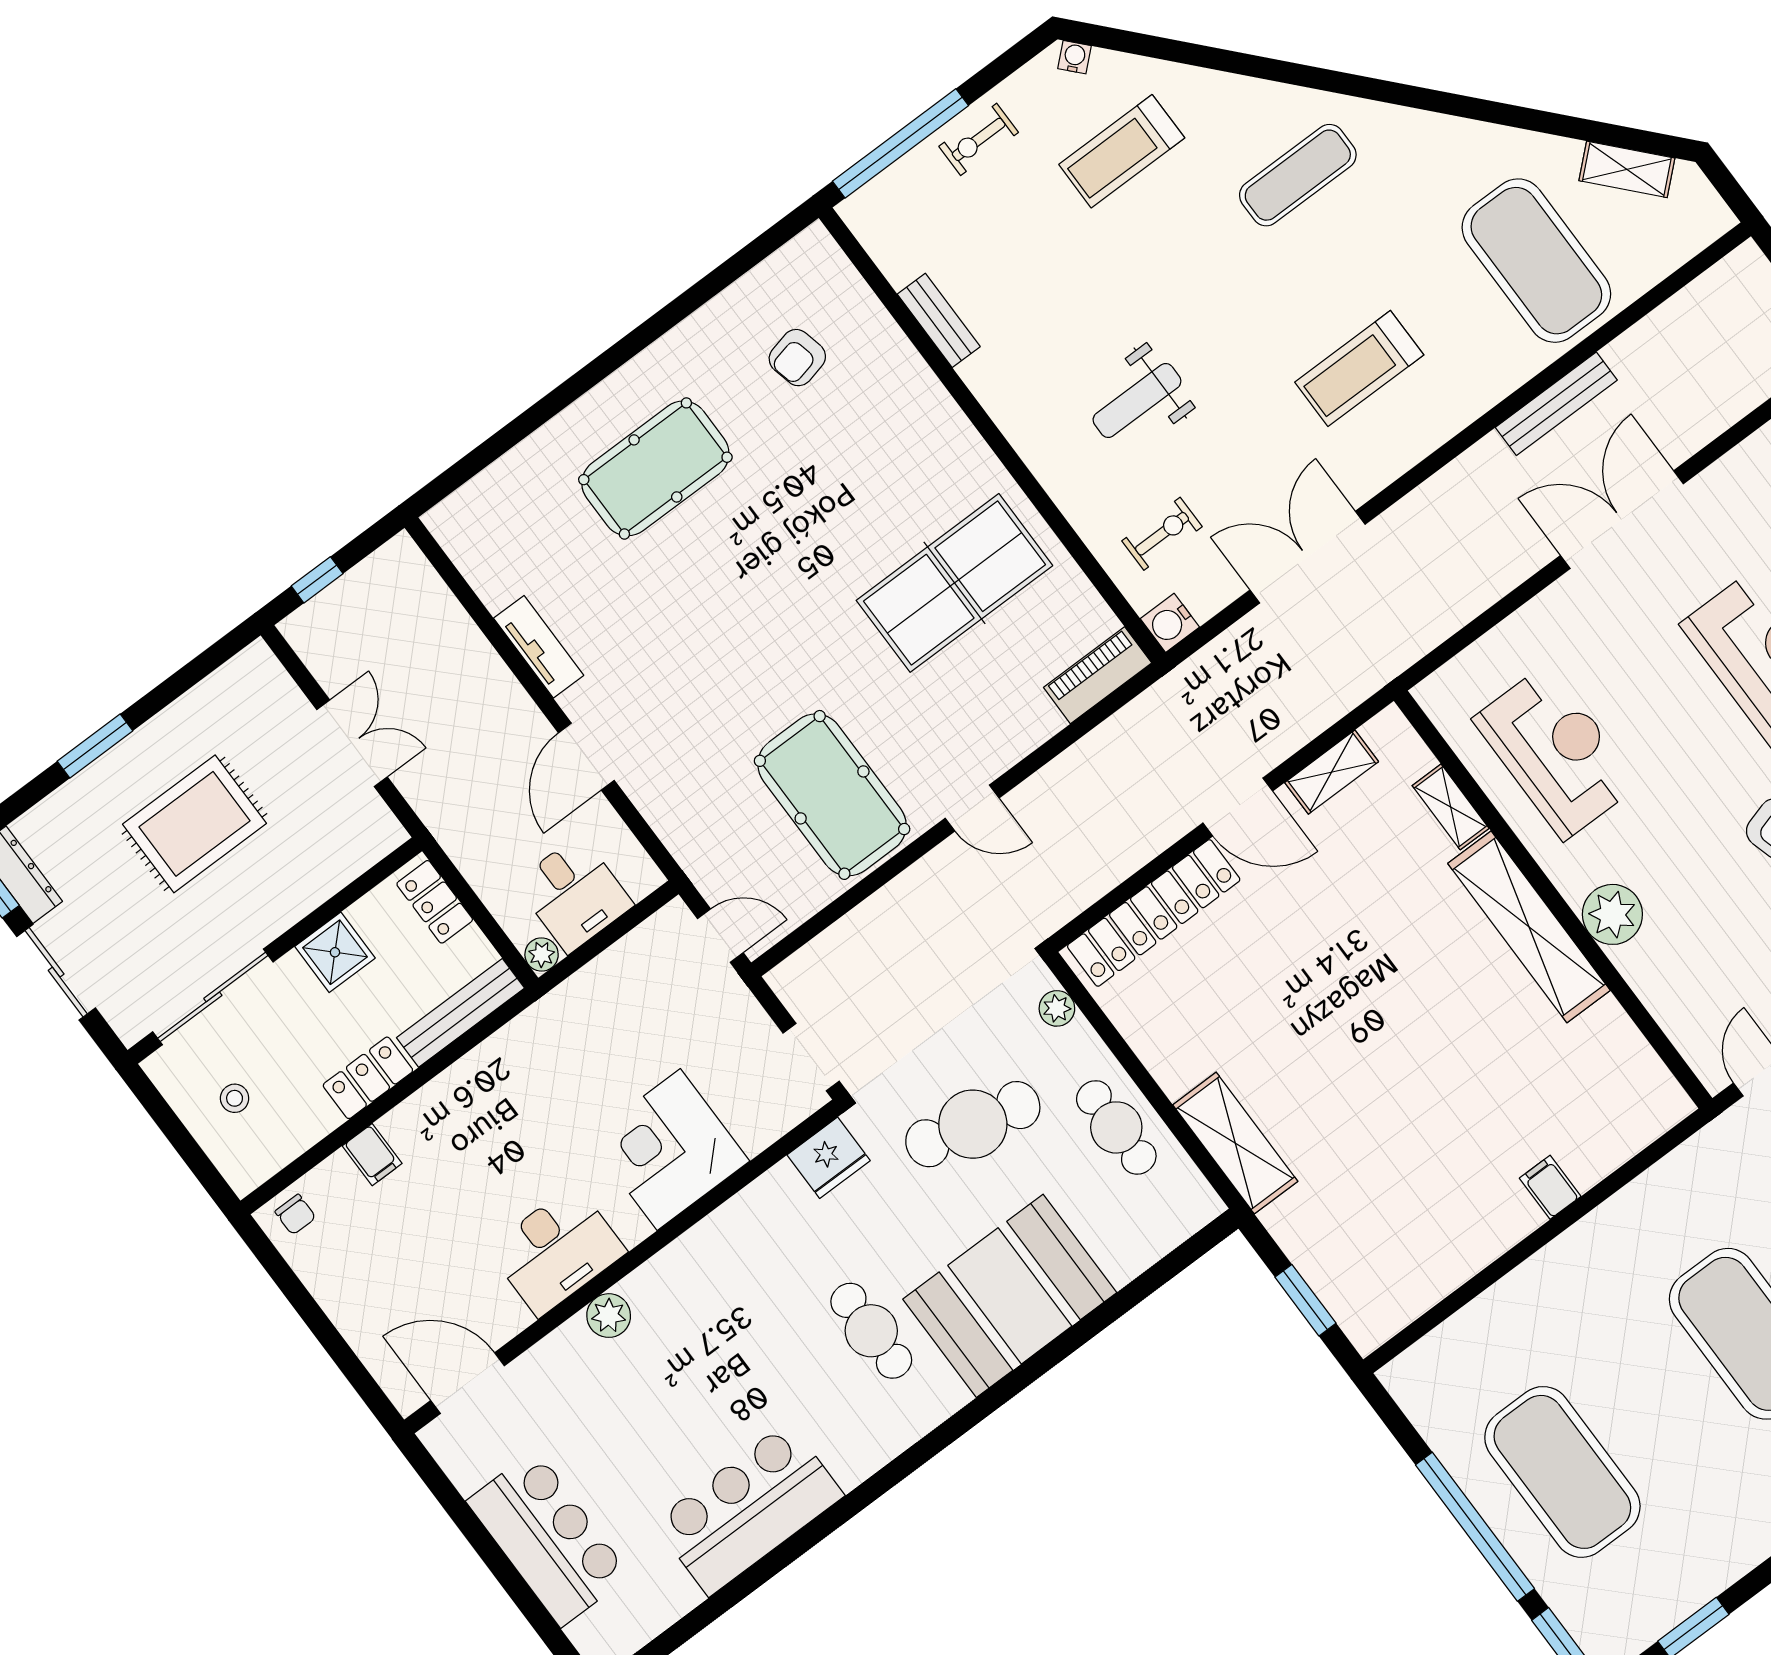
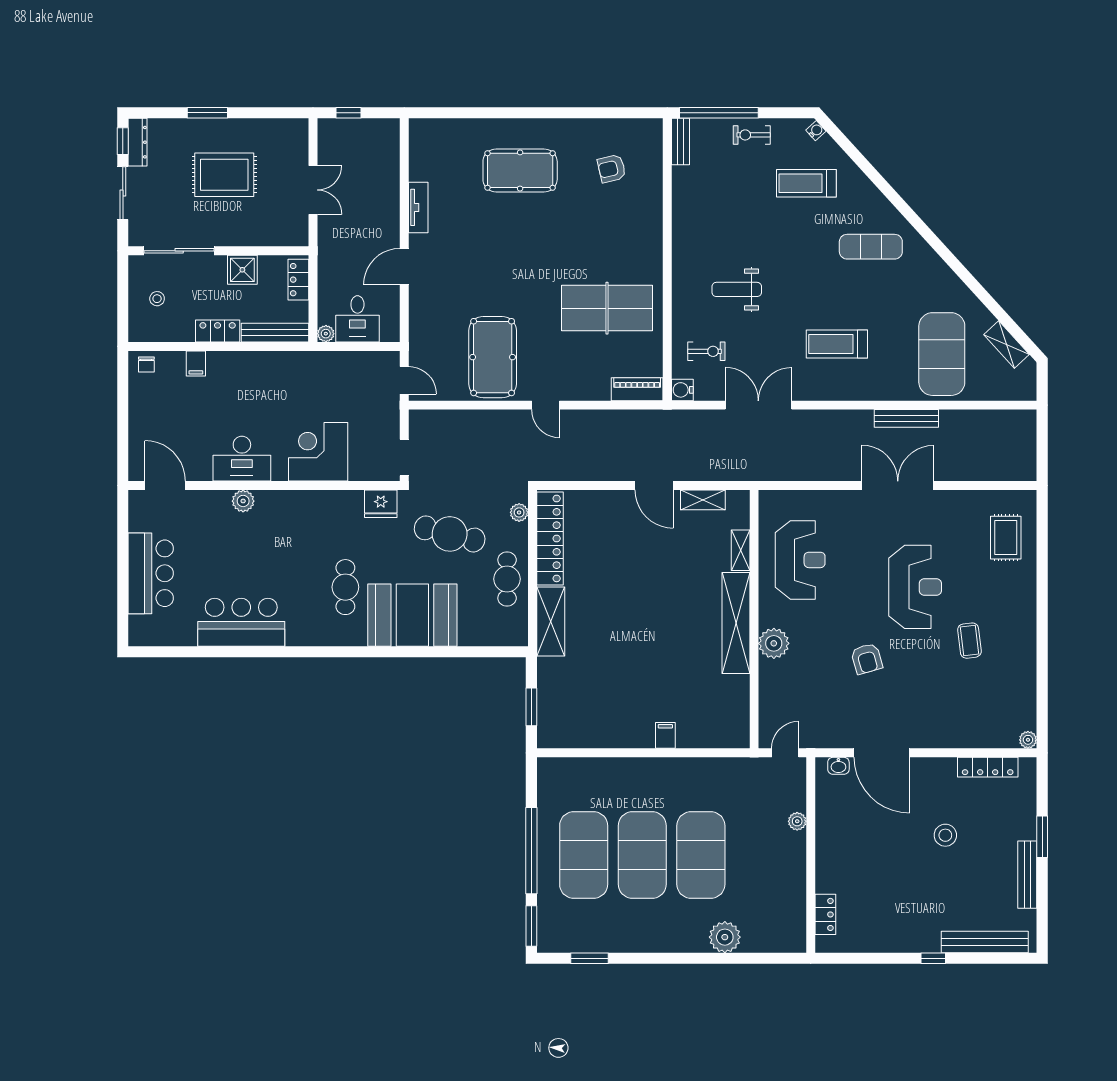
bench: (939, 320) -> (680, 142), moved
locker: (1154, 913) -> (550, 538), moved, turned -90
exercise mat: (1655, 1403) -> (642, 855), added

